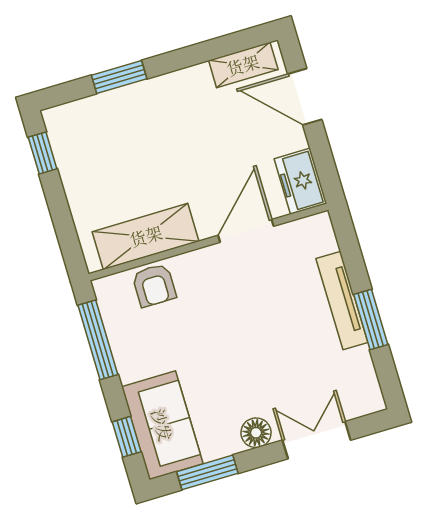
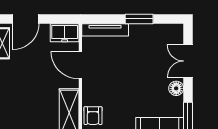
armchair: (154, 285) -> (93, 116), turned 90
tv unit: (342, 300) -> (105, 30), moved

